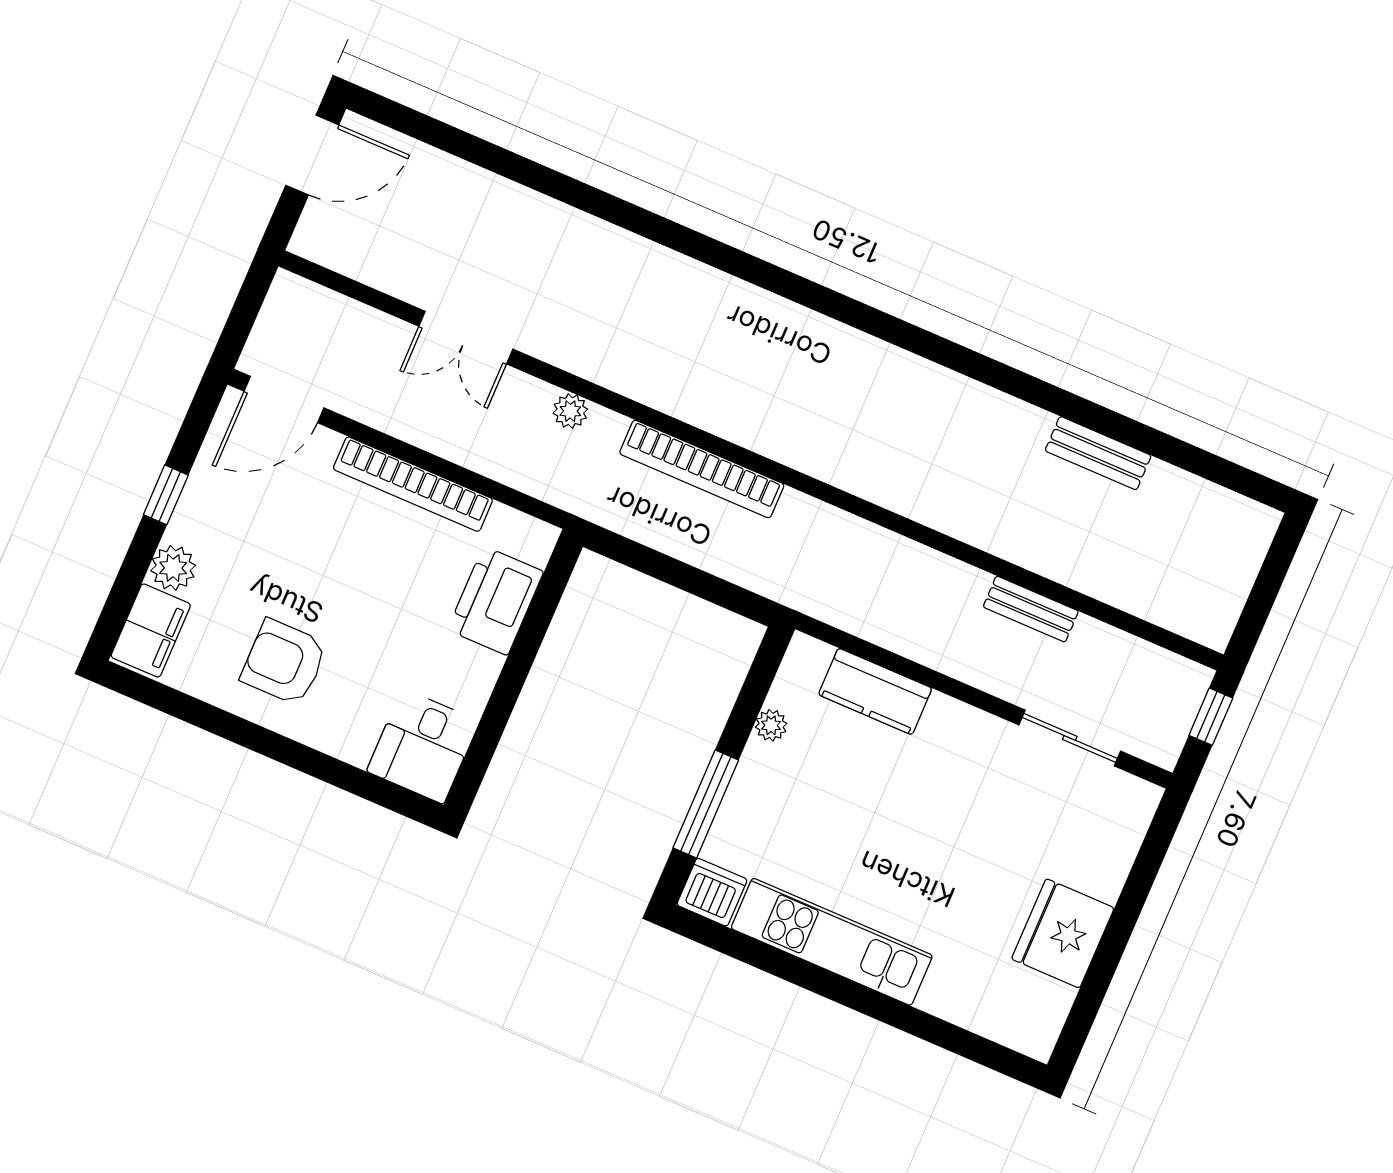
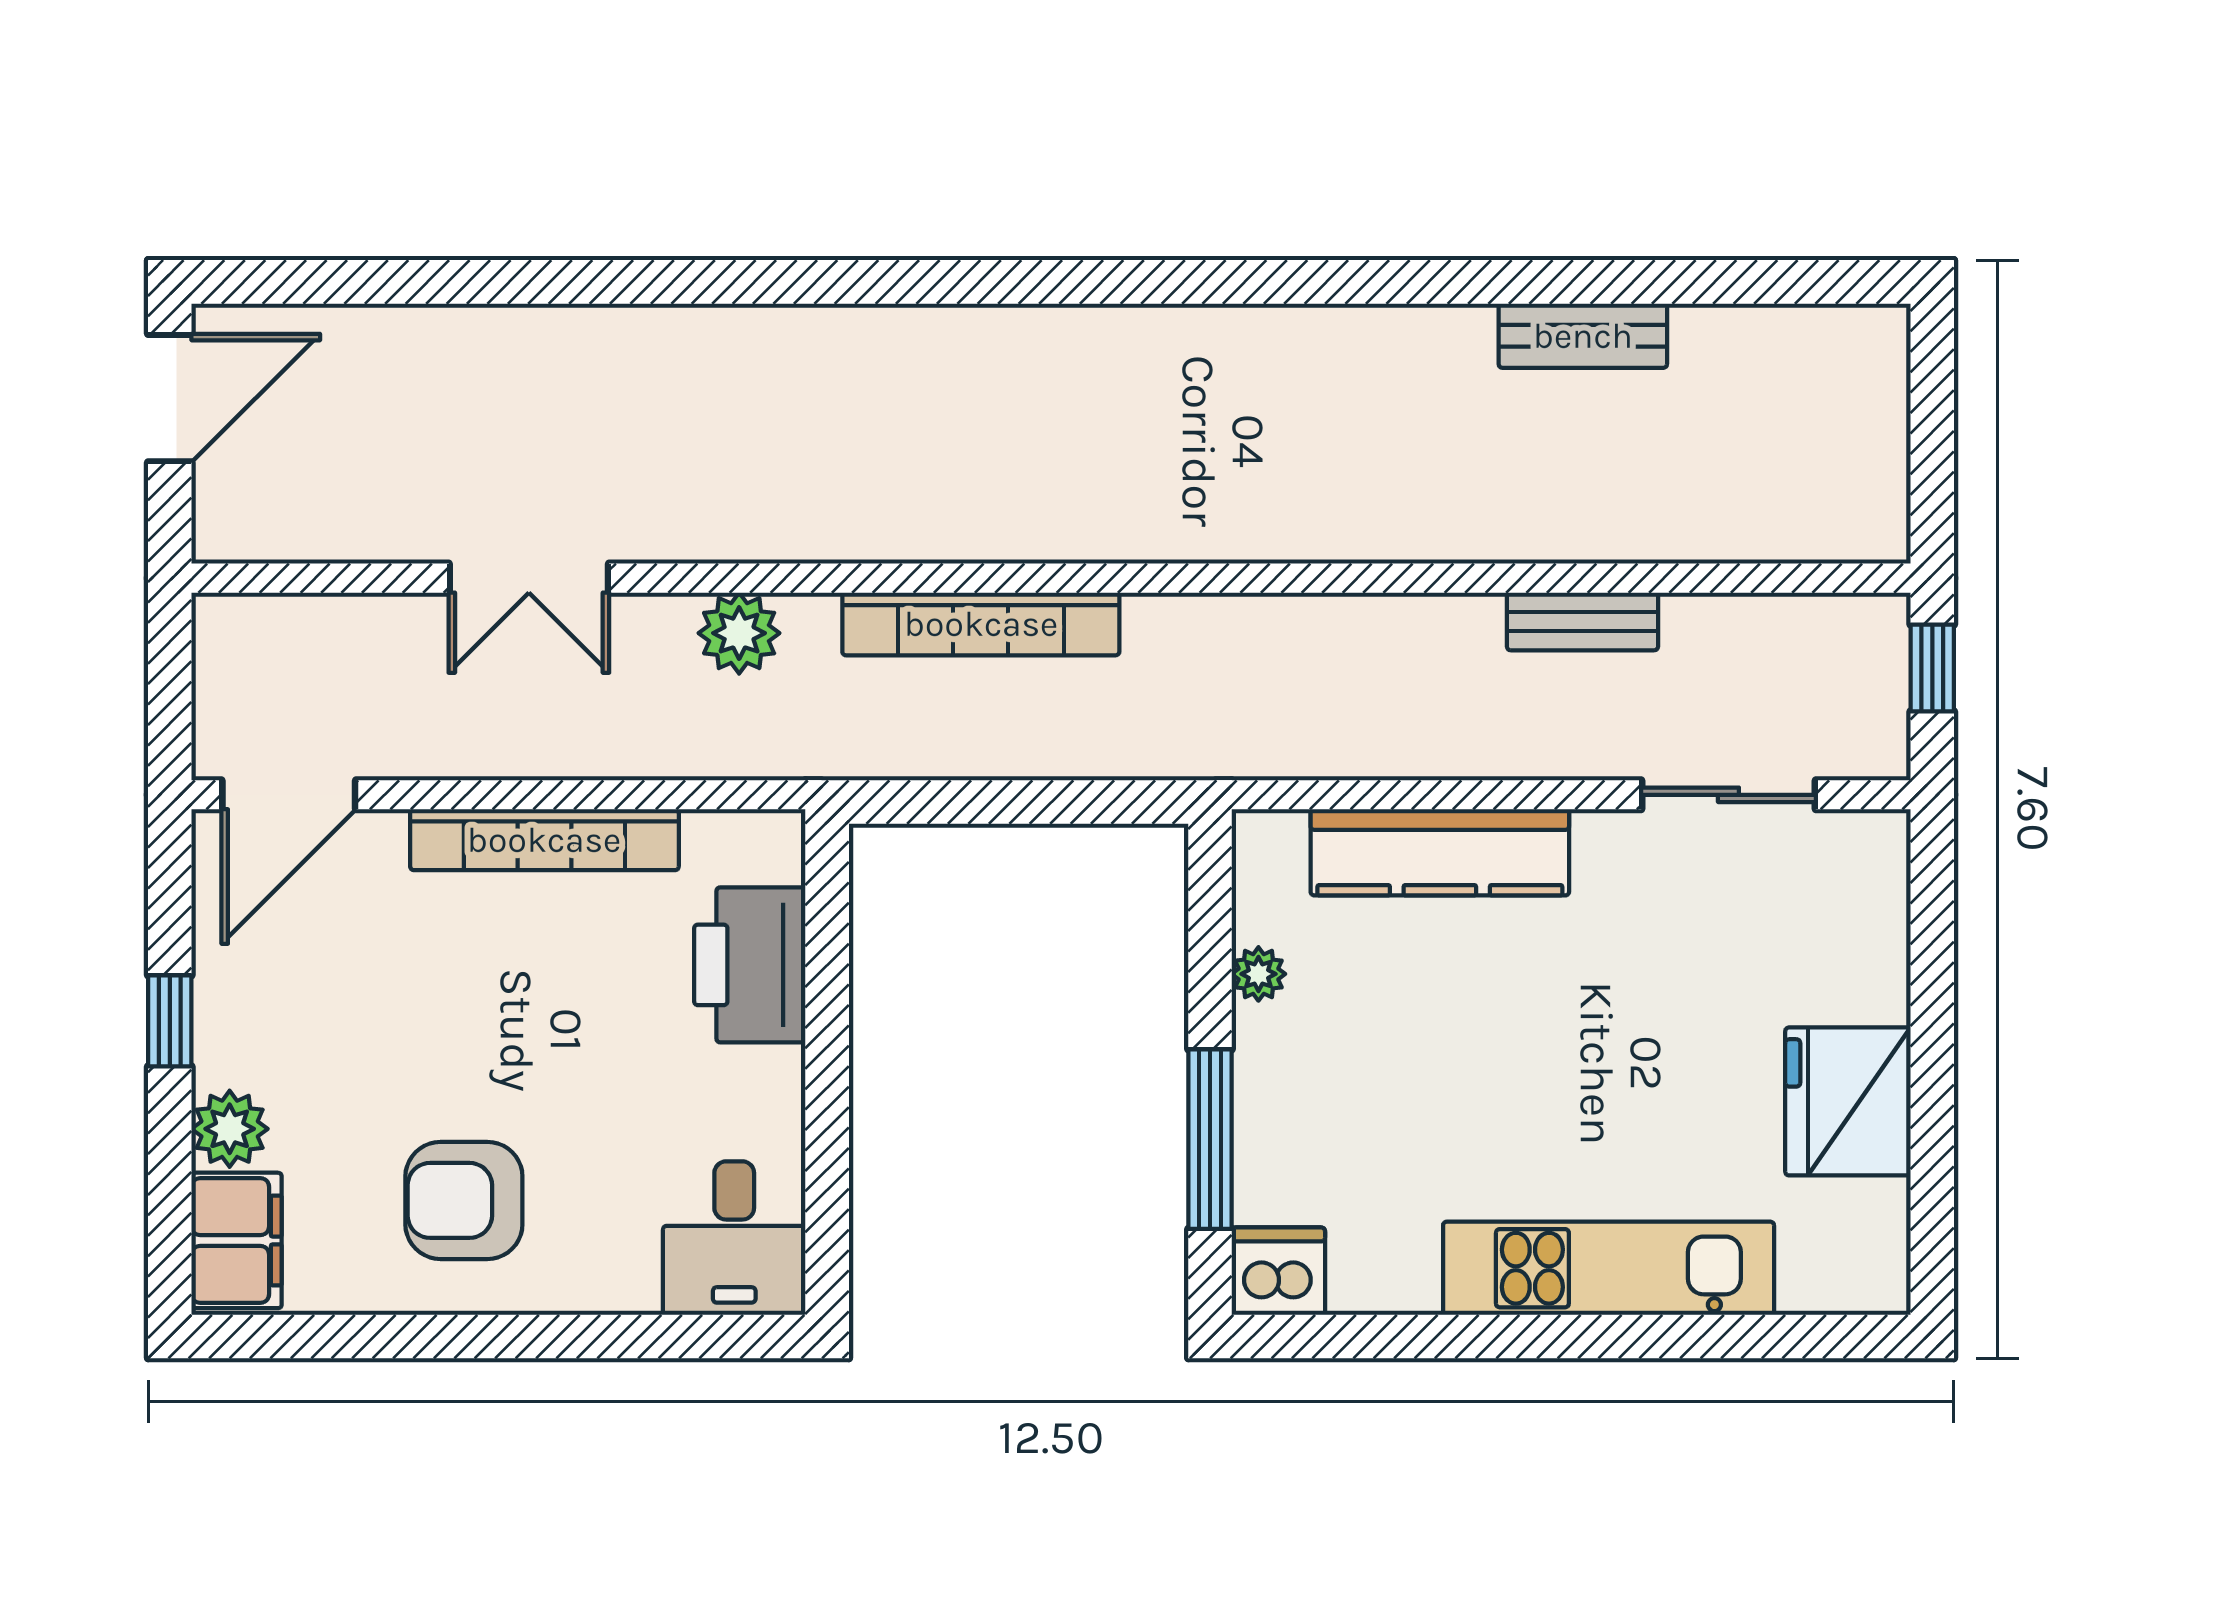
plant: (570, 411) -> (739, 633), width x1.38, depth x1.38
kitchen counter: (875, 691) -> (1440, 852), width x1.50
kitchen unit: (832, 942) -> (1609, 1268), moved

